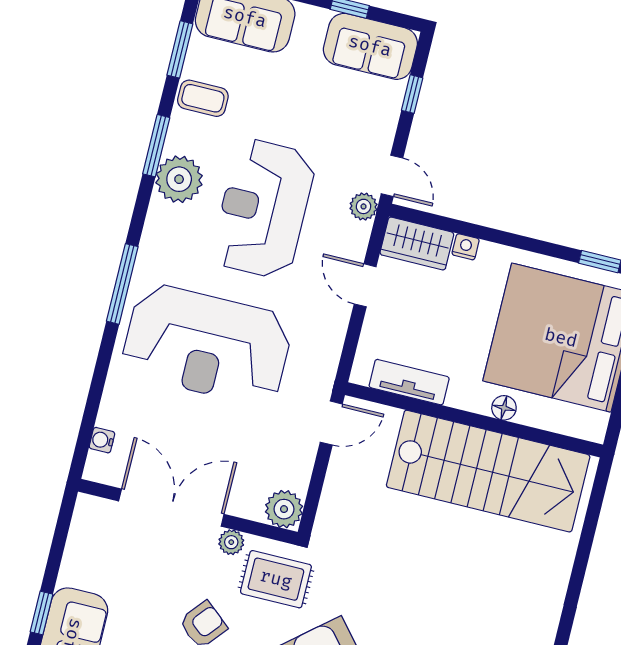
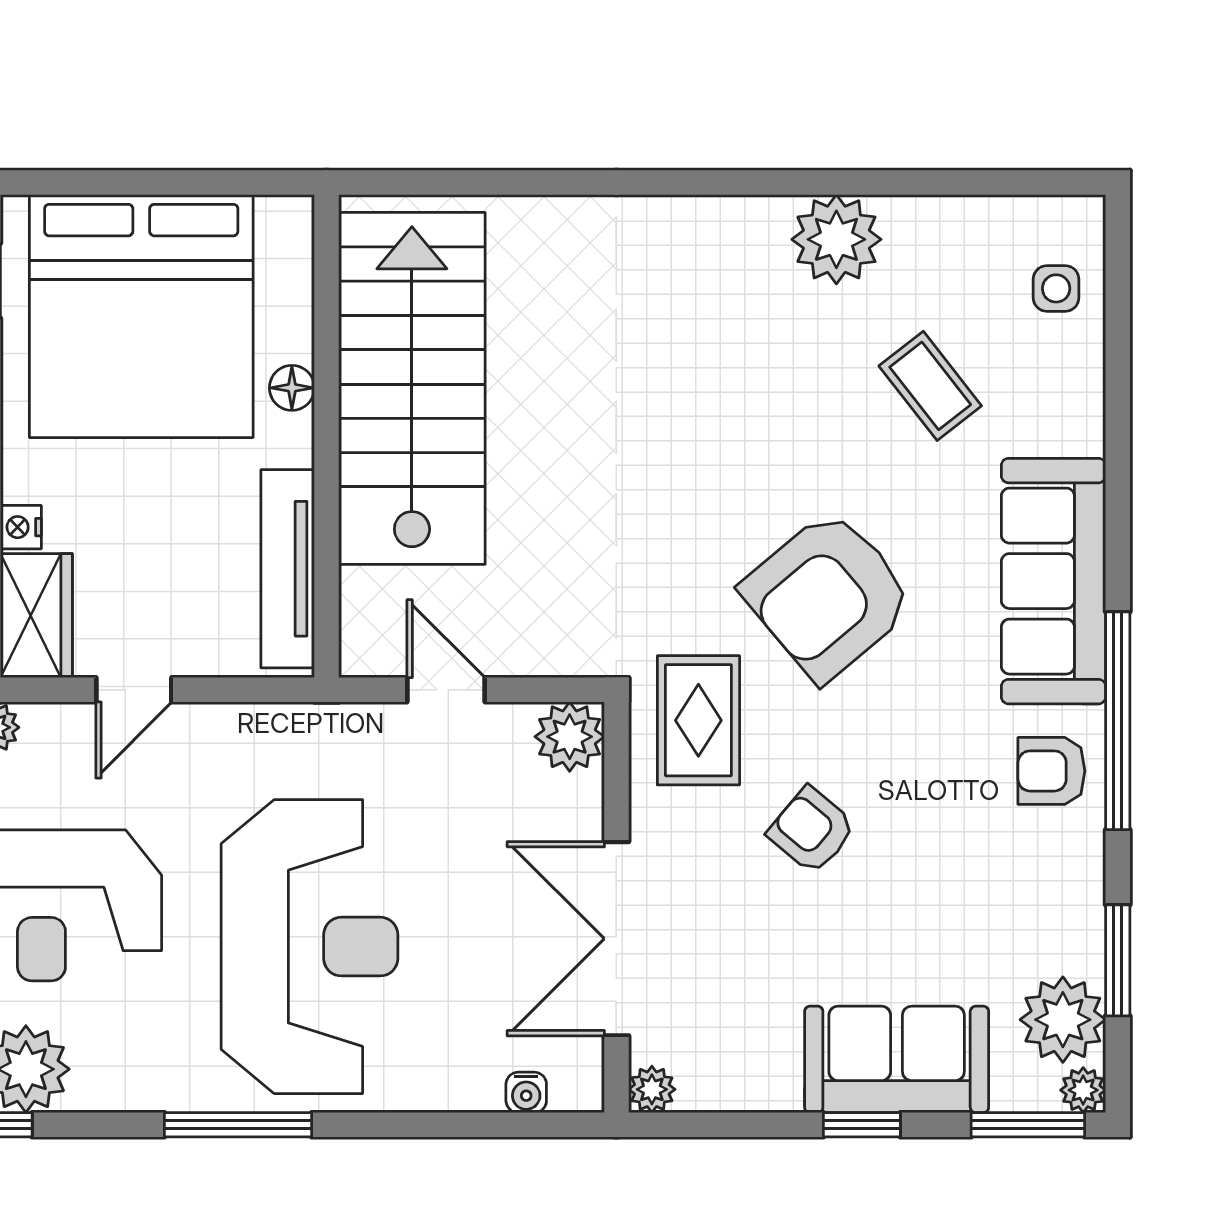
tv unit: (409, 382) -> (288, 569), width x1.41
door: (331, 423) -> (446, 690), moved
plant: (231, 542) -> (652, 1089), moved

